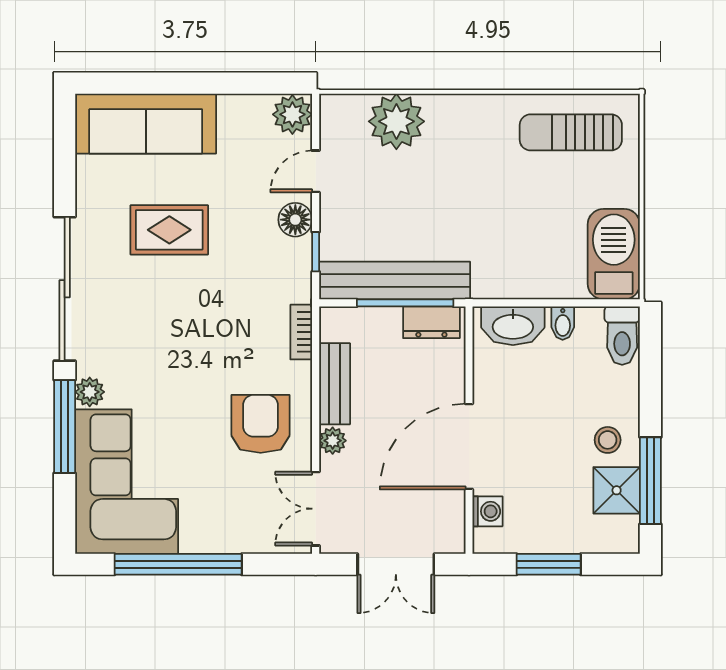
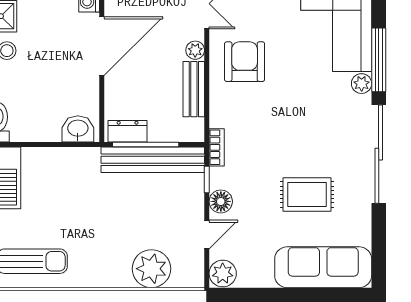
bidet: (563, 323) -> (38, 131), removed
washbasin: (513, 326) -> (78, 129), width x0.72
bookcase: (301, 332) -> (217, 147), moved
armchair: (261, 424) -> (245, 62), turned 180

